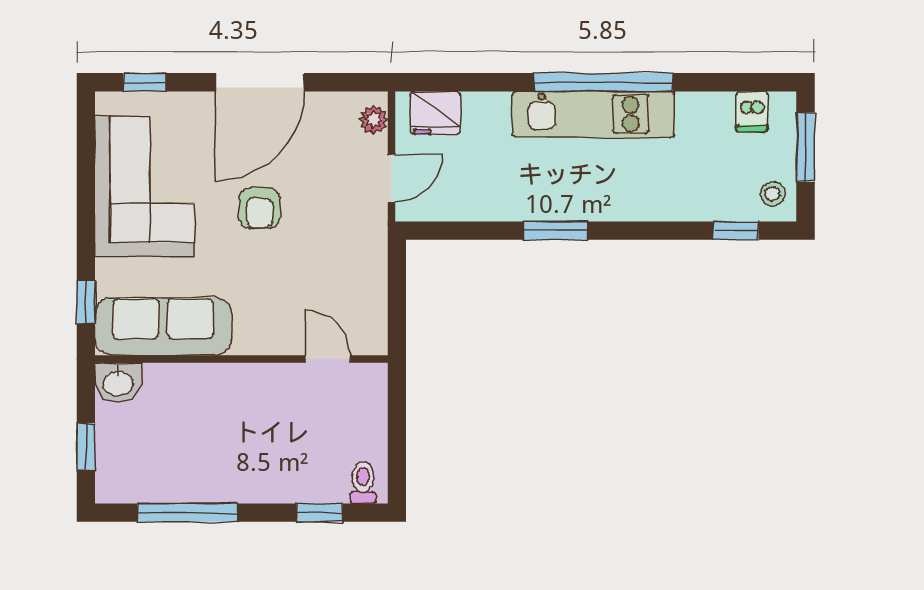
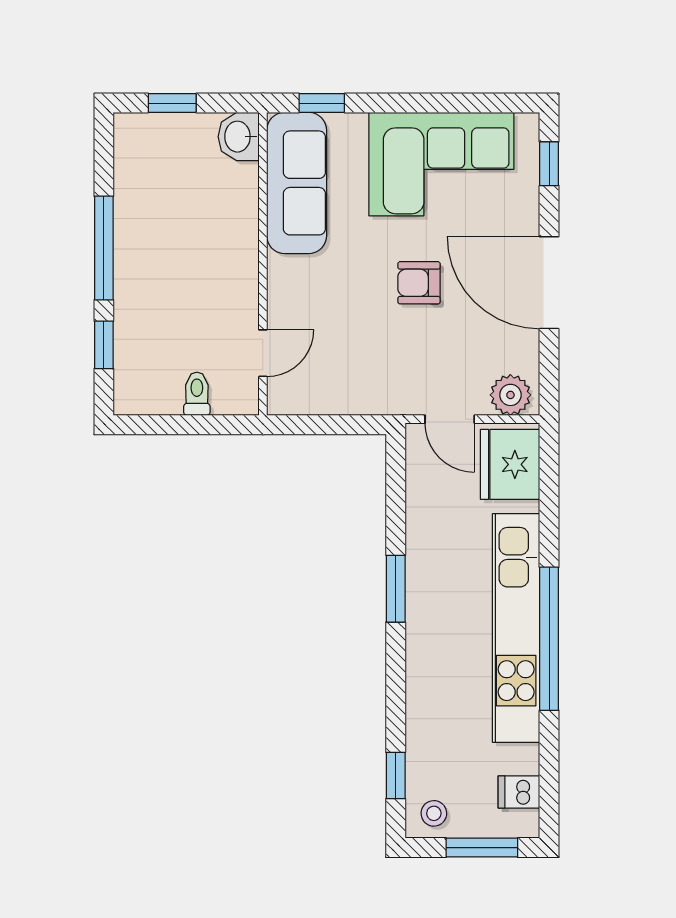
fridge: (435, 113) -> (510, 464), width x1.36, depth x1.34
kitchen unit: (593, 114) -> (516, 628), width x1.36
plant: (373, 120) -> (510, 395), width x1.38, depth x1.38
toilet: (363, 483) -> (197, 394), moved, turned -90
window: (187, 513) -> (104, 248), moved

